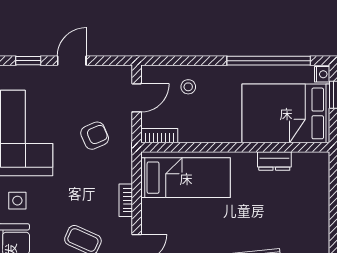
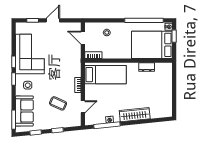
door: (137, 98) -> (83, 38), swing flipped
armchair: (95, 136) -> (63, 55), removed

